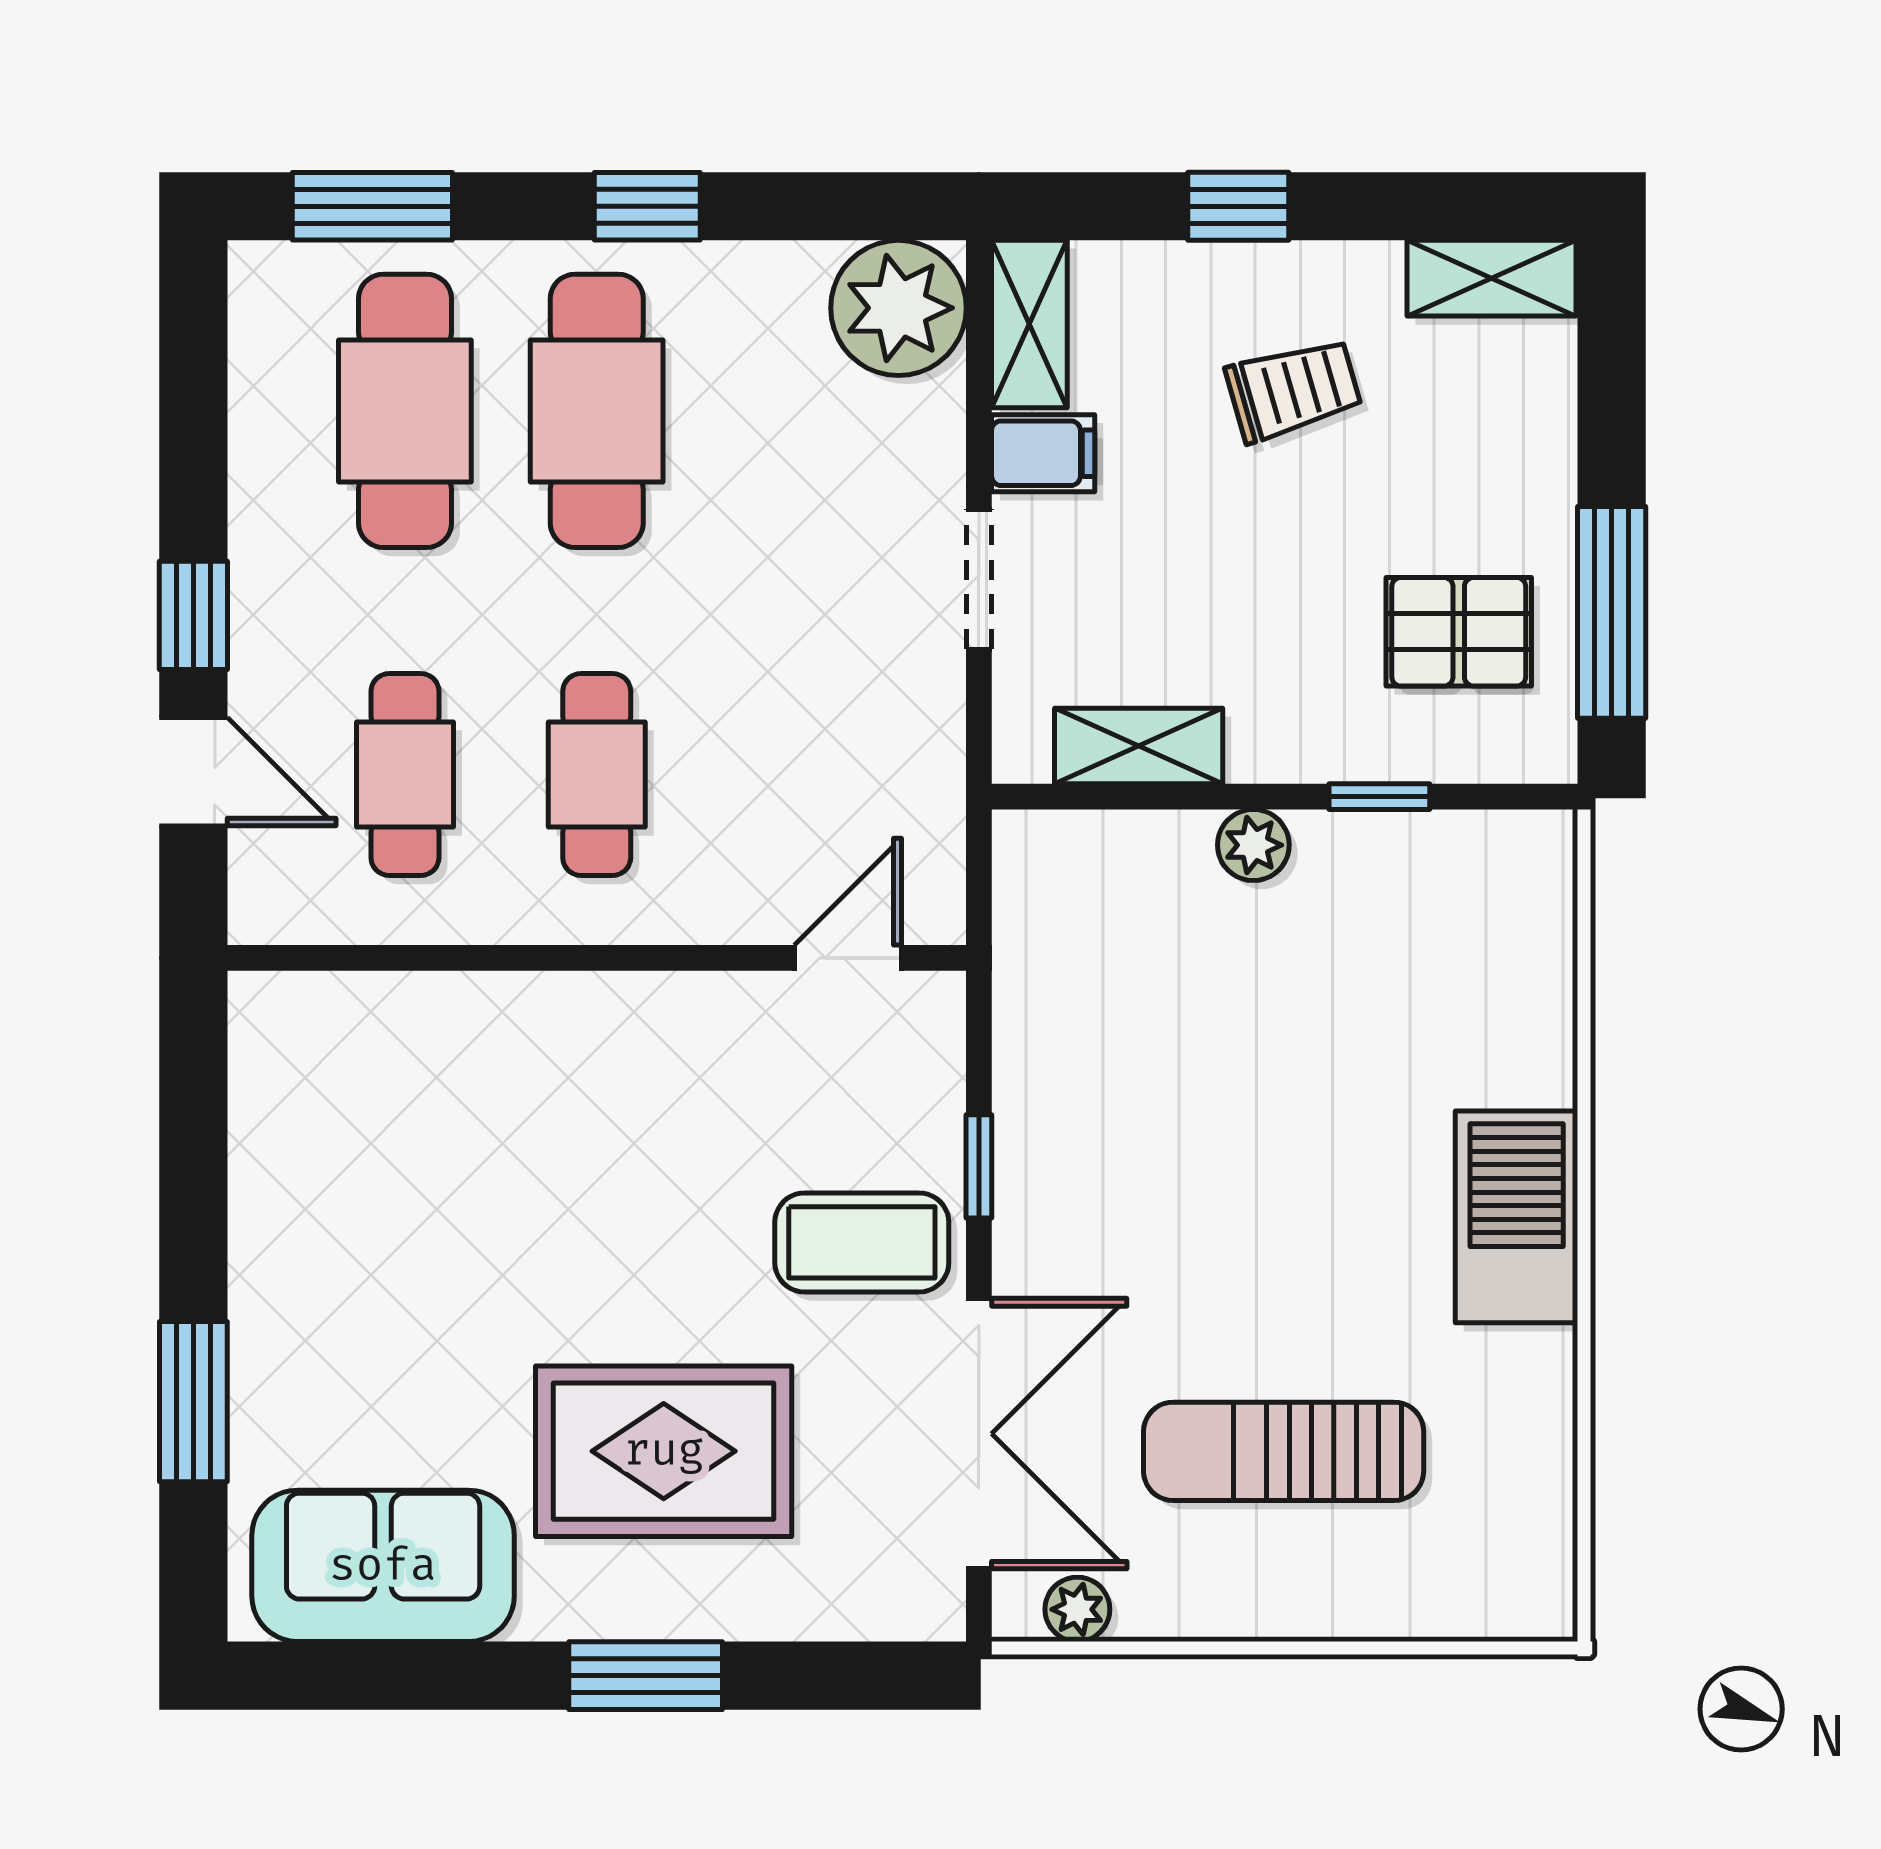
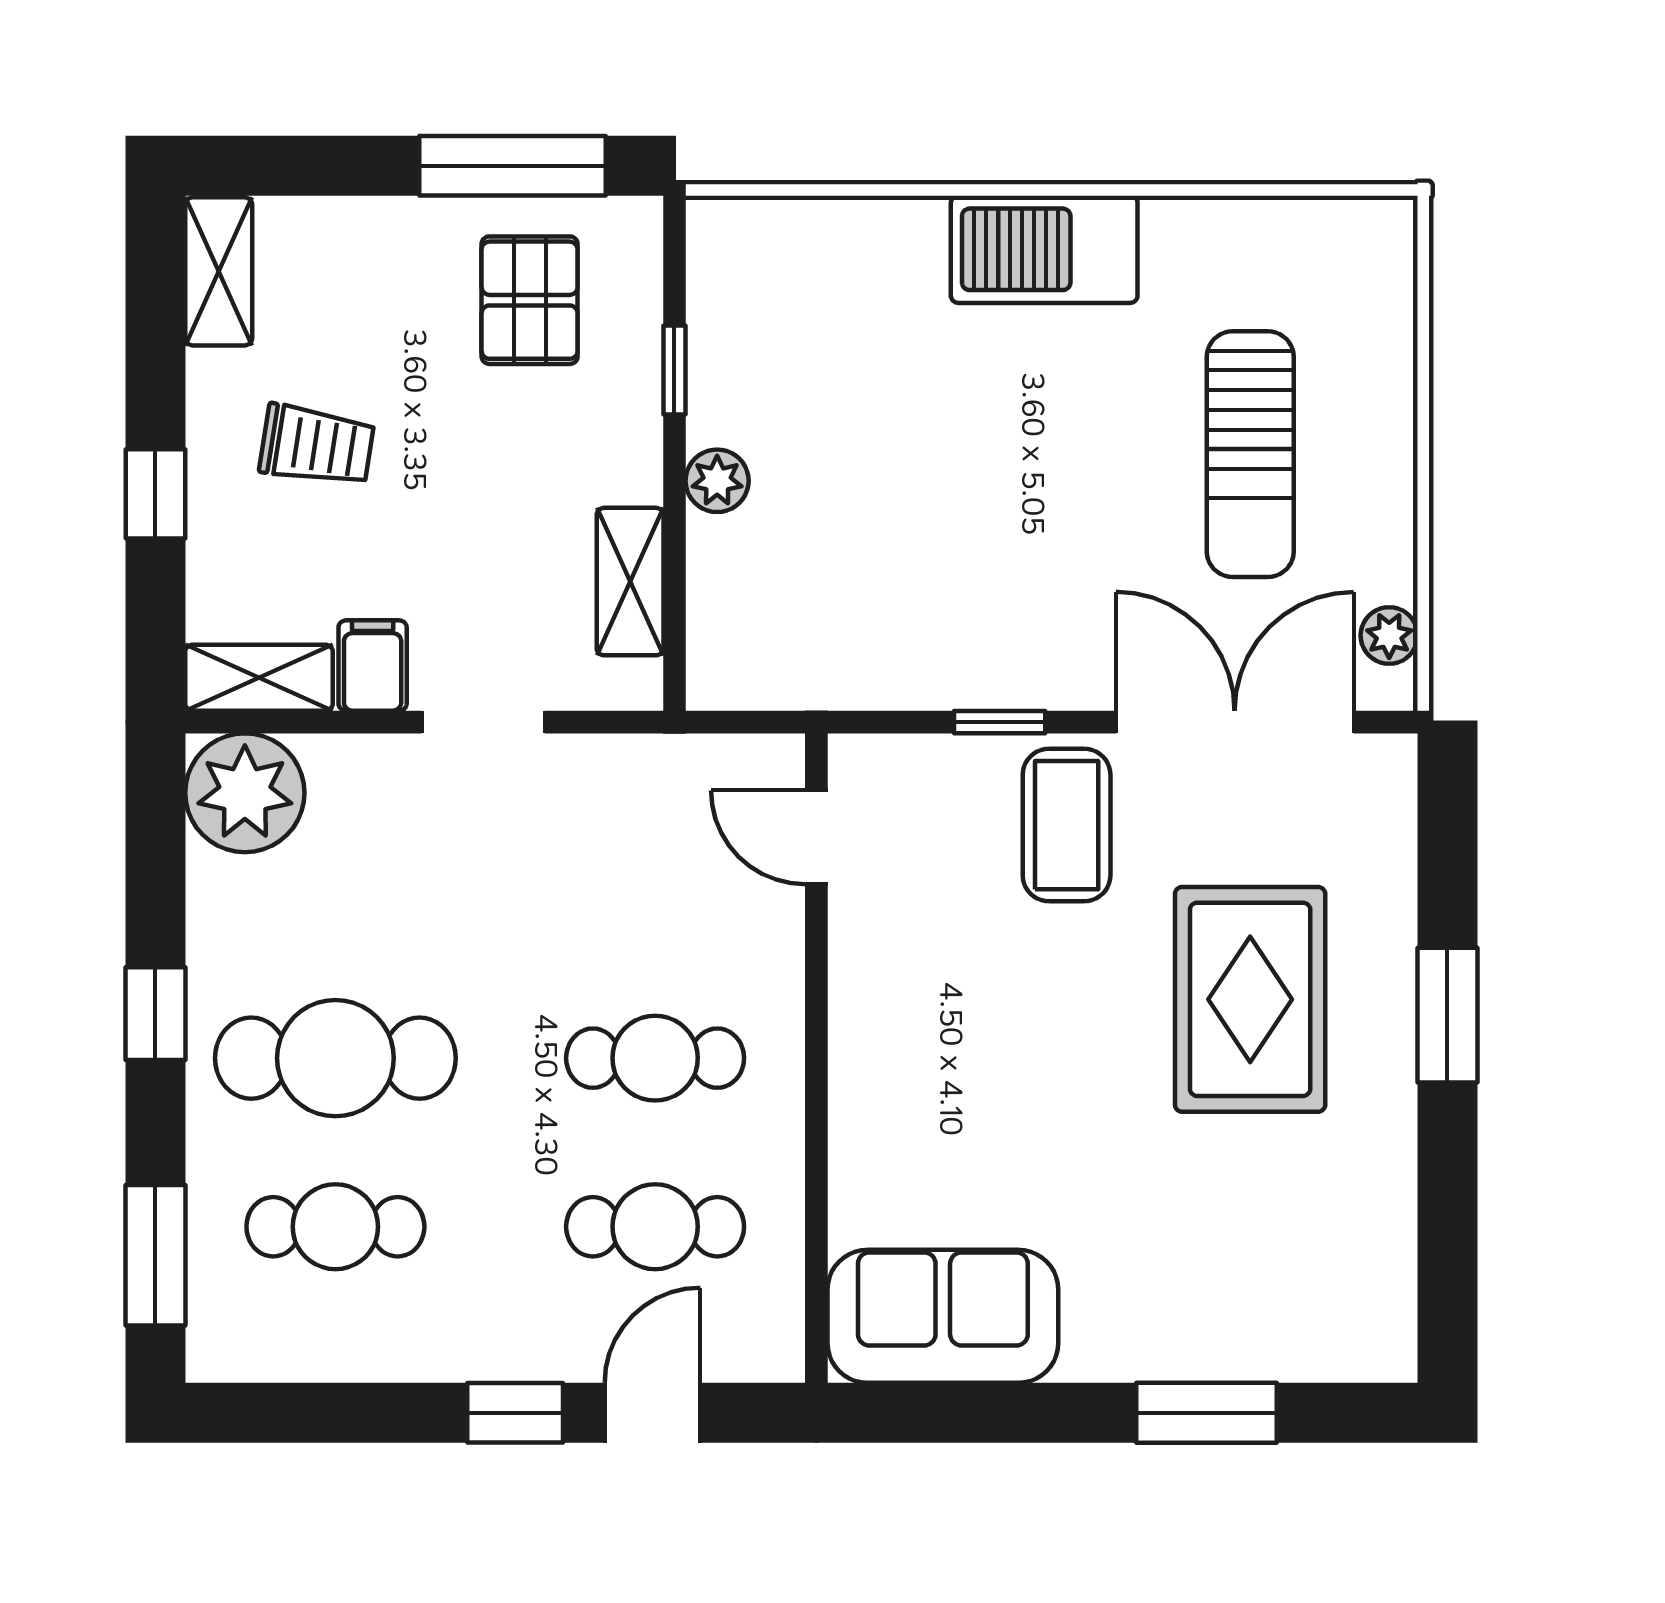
trolley: (1294, 390) -> (317, 445), turned 115
cafe table: (405, 411) -> (335, 1227), width x0.73, depth x0.74
sofa: (383, 1566) -> (943, 1316), moved, turned 90

